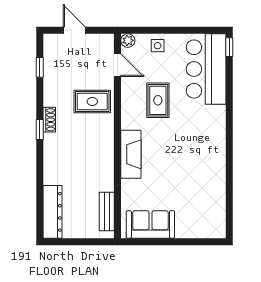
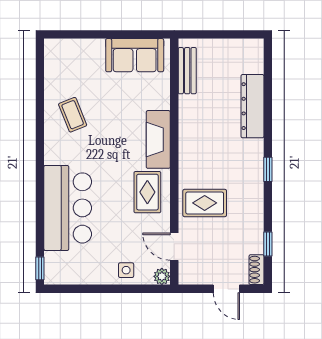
bar counter: (206, 69) -> (68, 208), moved
rug: (158, 100) -> (147, 192), moved
shoe rack: (49, 120) -> (256, 270), moved
coffee table: (202, 175) -> (73, 115), added
dresser: (53, 212) -> (252, 106), moved

